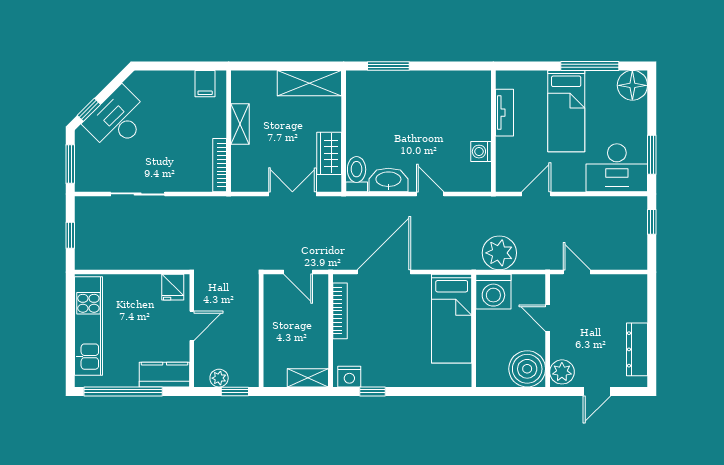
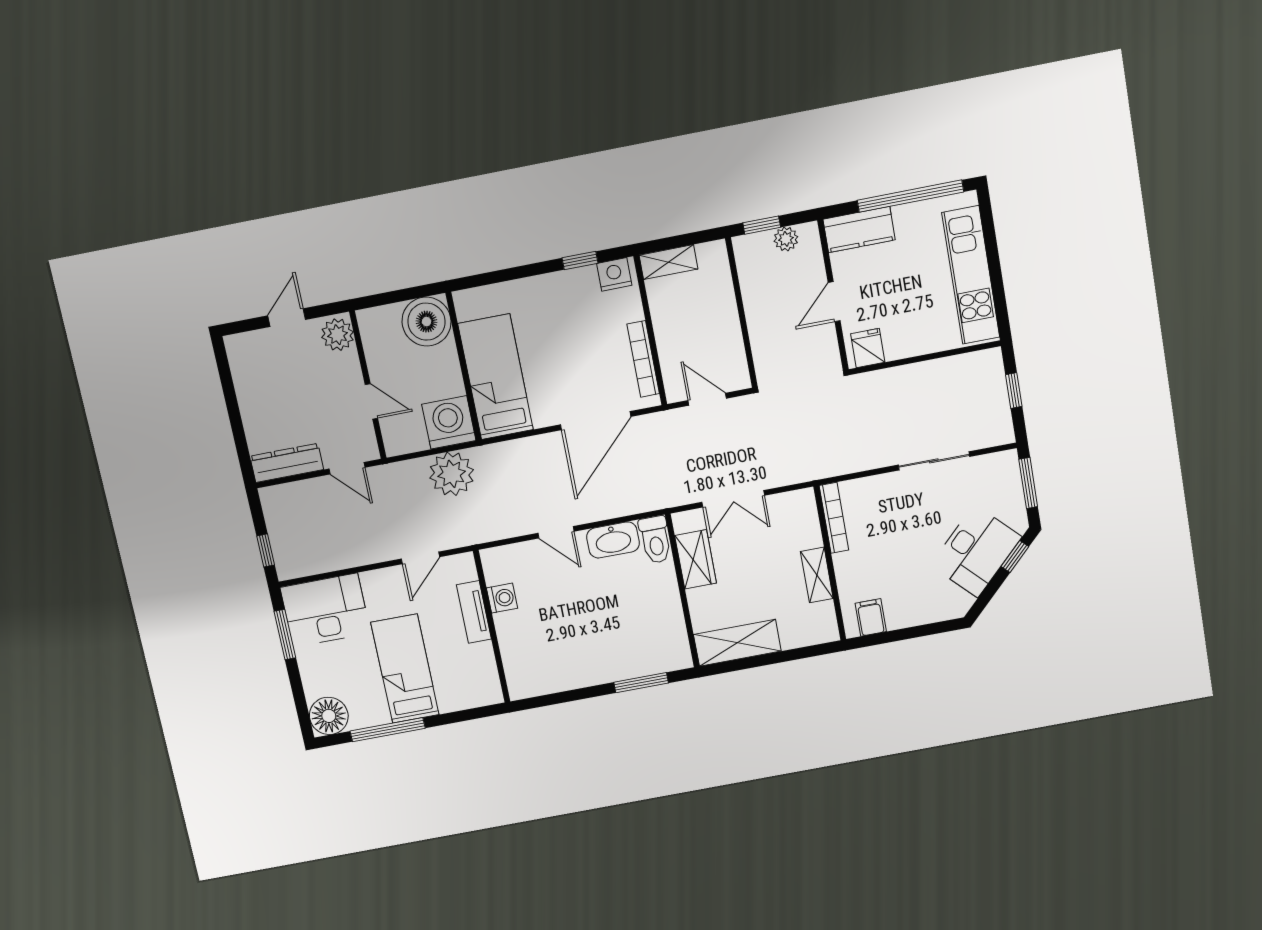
tv unit: (504, 113) -> (474, 612), moved
dresser: (637, 349) -> (287, 463), moved, turned -90
boiler: (527, 369) -> (426, 322), moved

